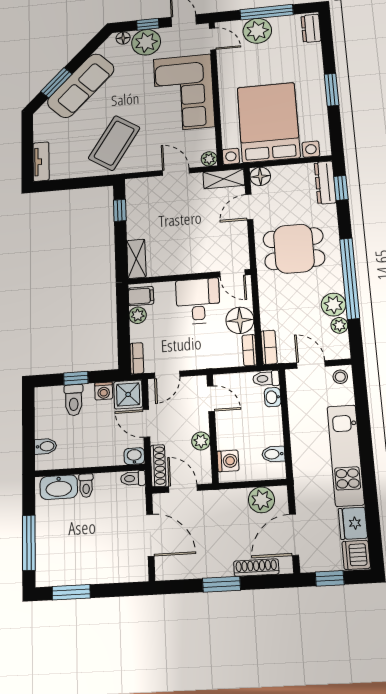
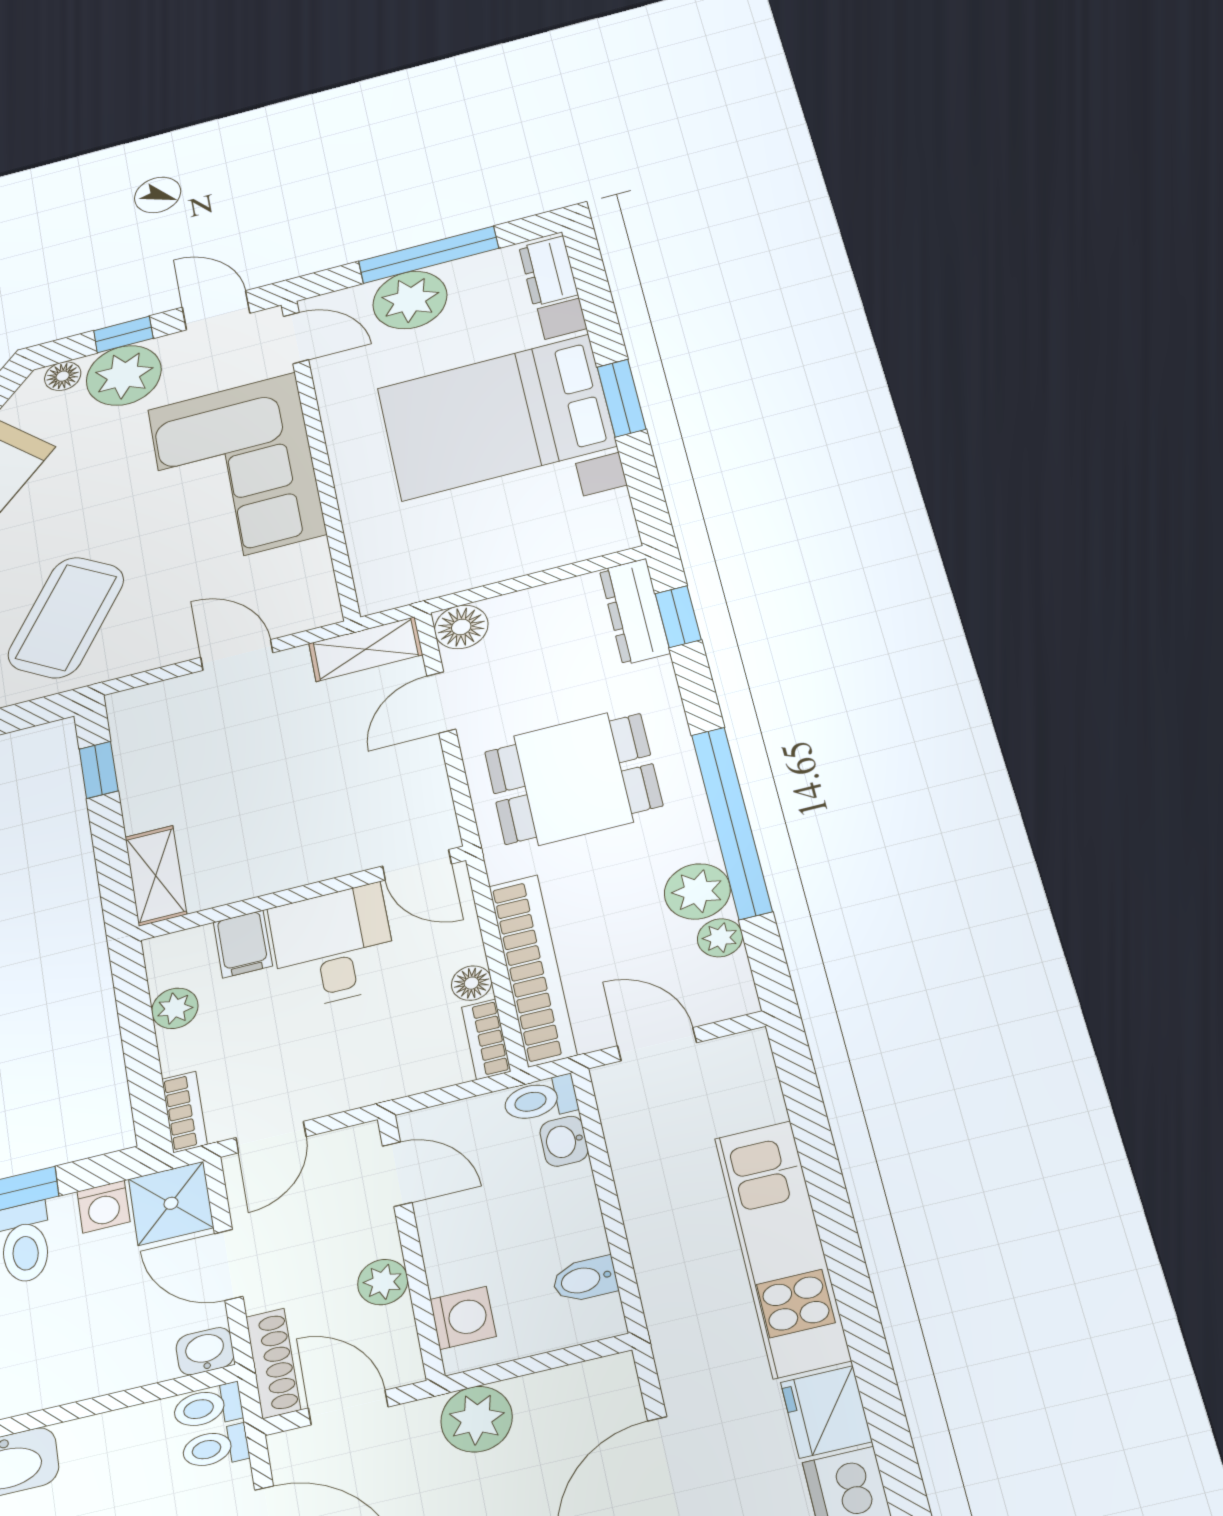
bed with nightstands: (268, 122) -> (496, 417), moved, turned -90
plant: (209, 159) -> (321, 610), removed
filing cabinet: (141, 296) -> (243, 944), moved, turned 90
floor lamp: (240, 320) -> (472, 983), width x0.53, depth x0.53
bookcase: (269, 347) -> (533, 970), width x2.31, depth x1.31
stool: (340, 377) -> (740, 1060), removed
toilet: (86, 486) -> (215, 1448), moved, turned 90
plant: (261, 500) -> (477, 1419), moved

